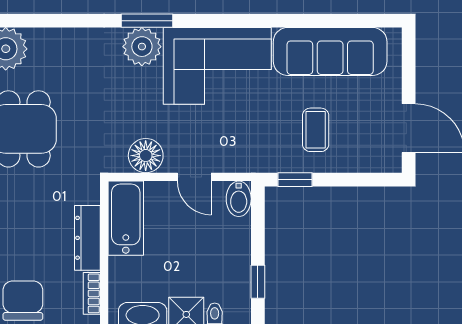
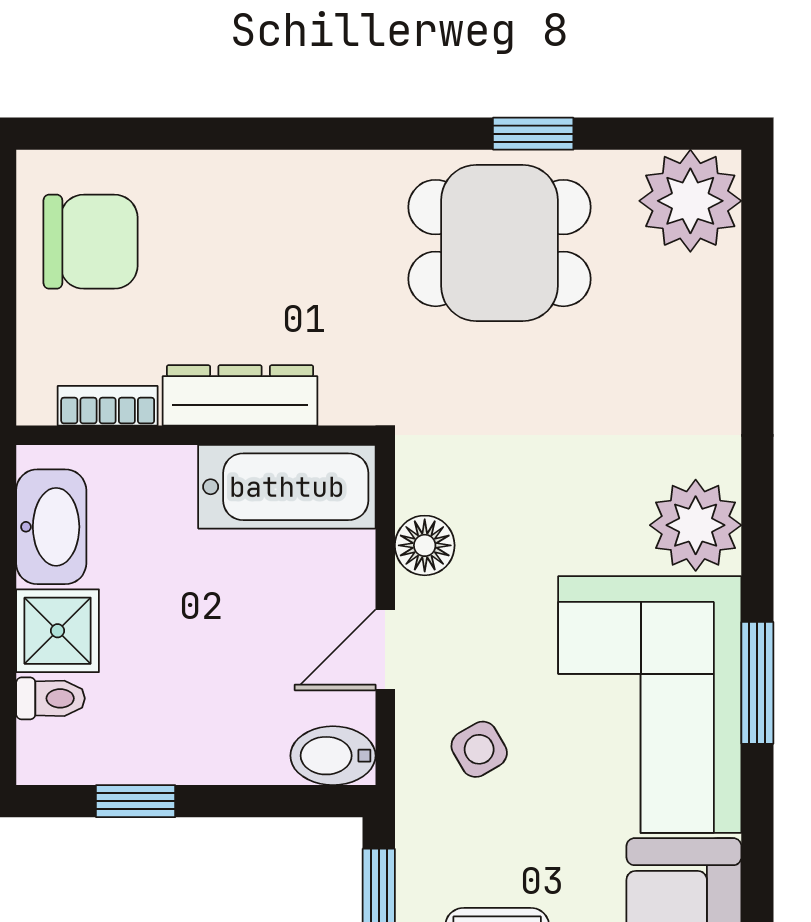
window: (147, 21) -> (757, 683), moved
side table: (236, 137) -> (479, 749), added
floor lamp: (146, 156) -> (425, 545), width x0.73, depth x0.73

